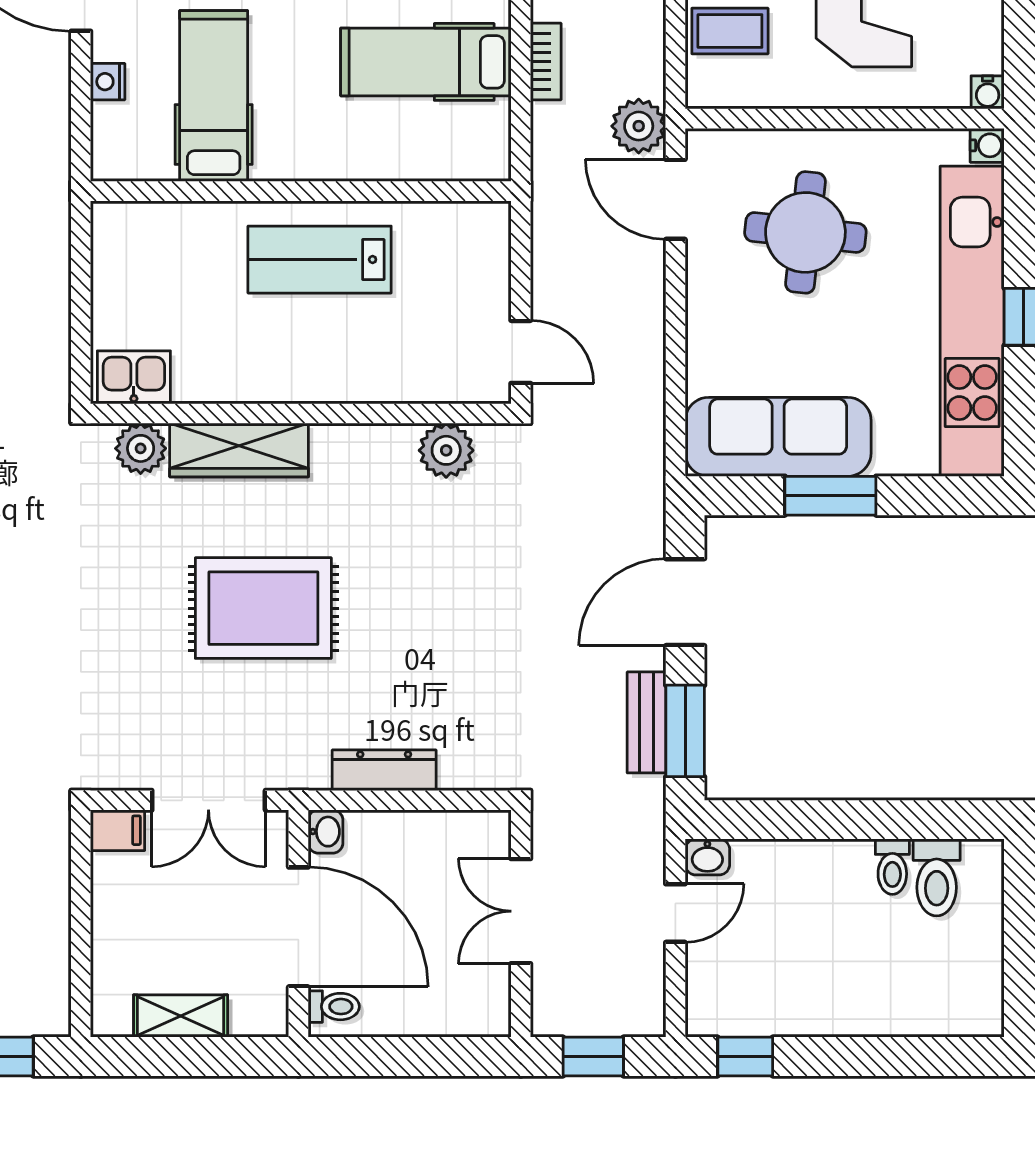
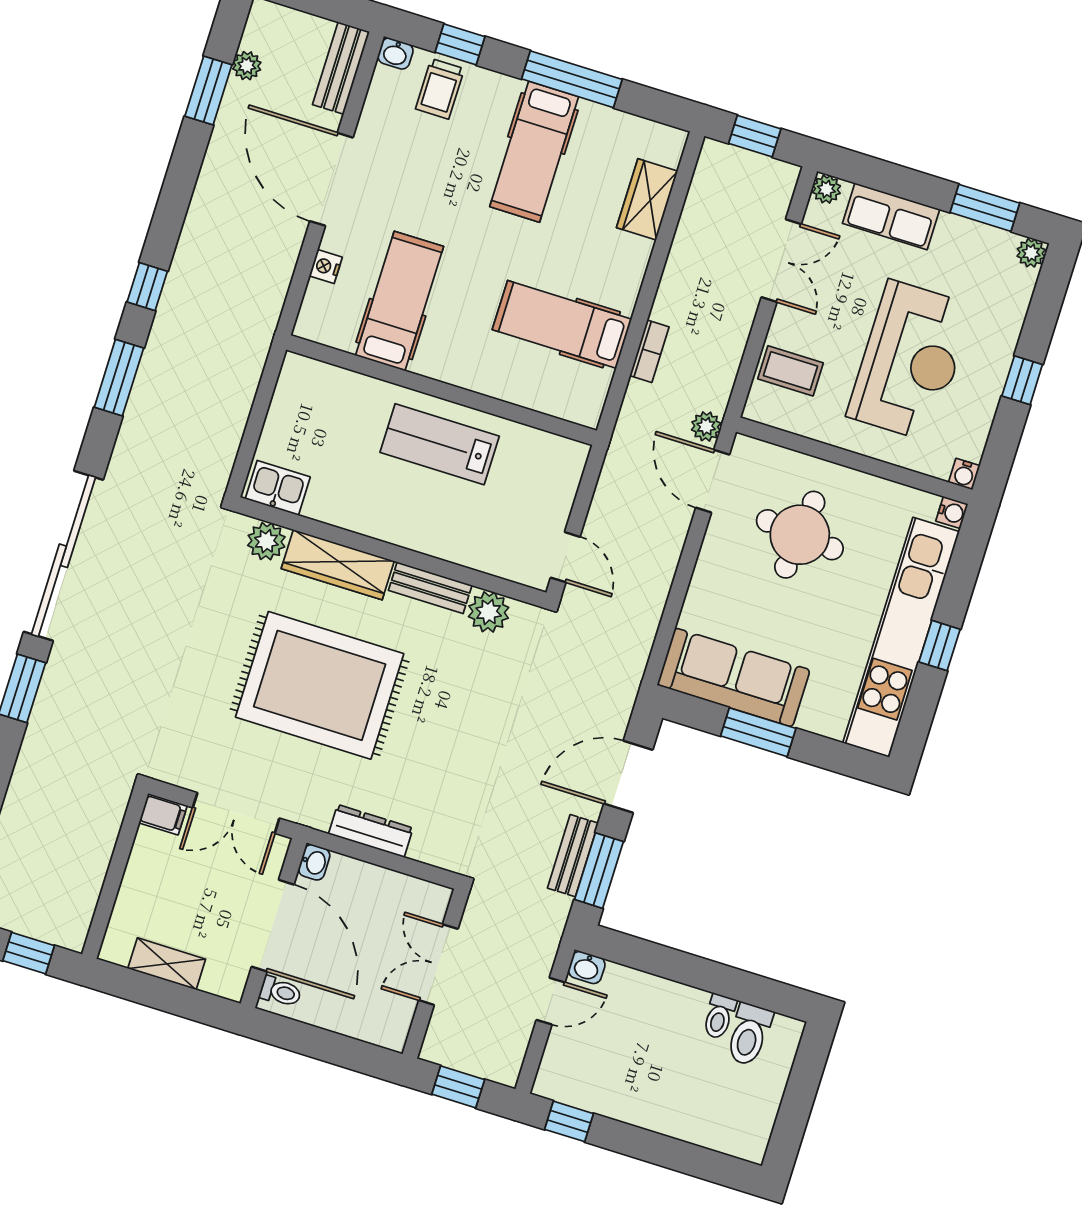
plant: (639, 126) -> (706, 426), width x0.73, depth x0.73
bench: (364, 443) -> (430, 588), added
rug: (263, 608) -> (320, 685), width x1.37, depth x1.44

